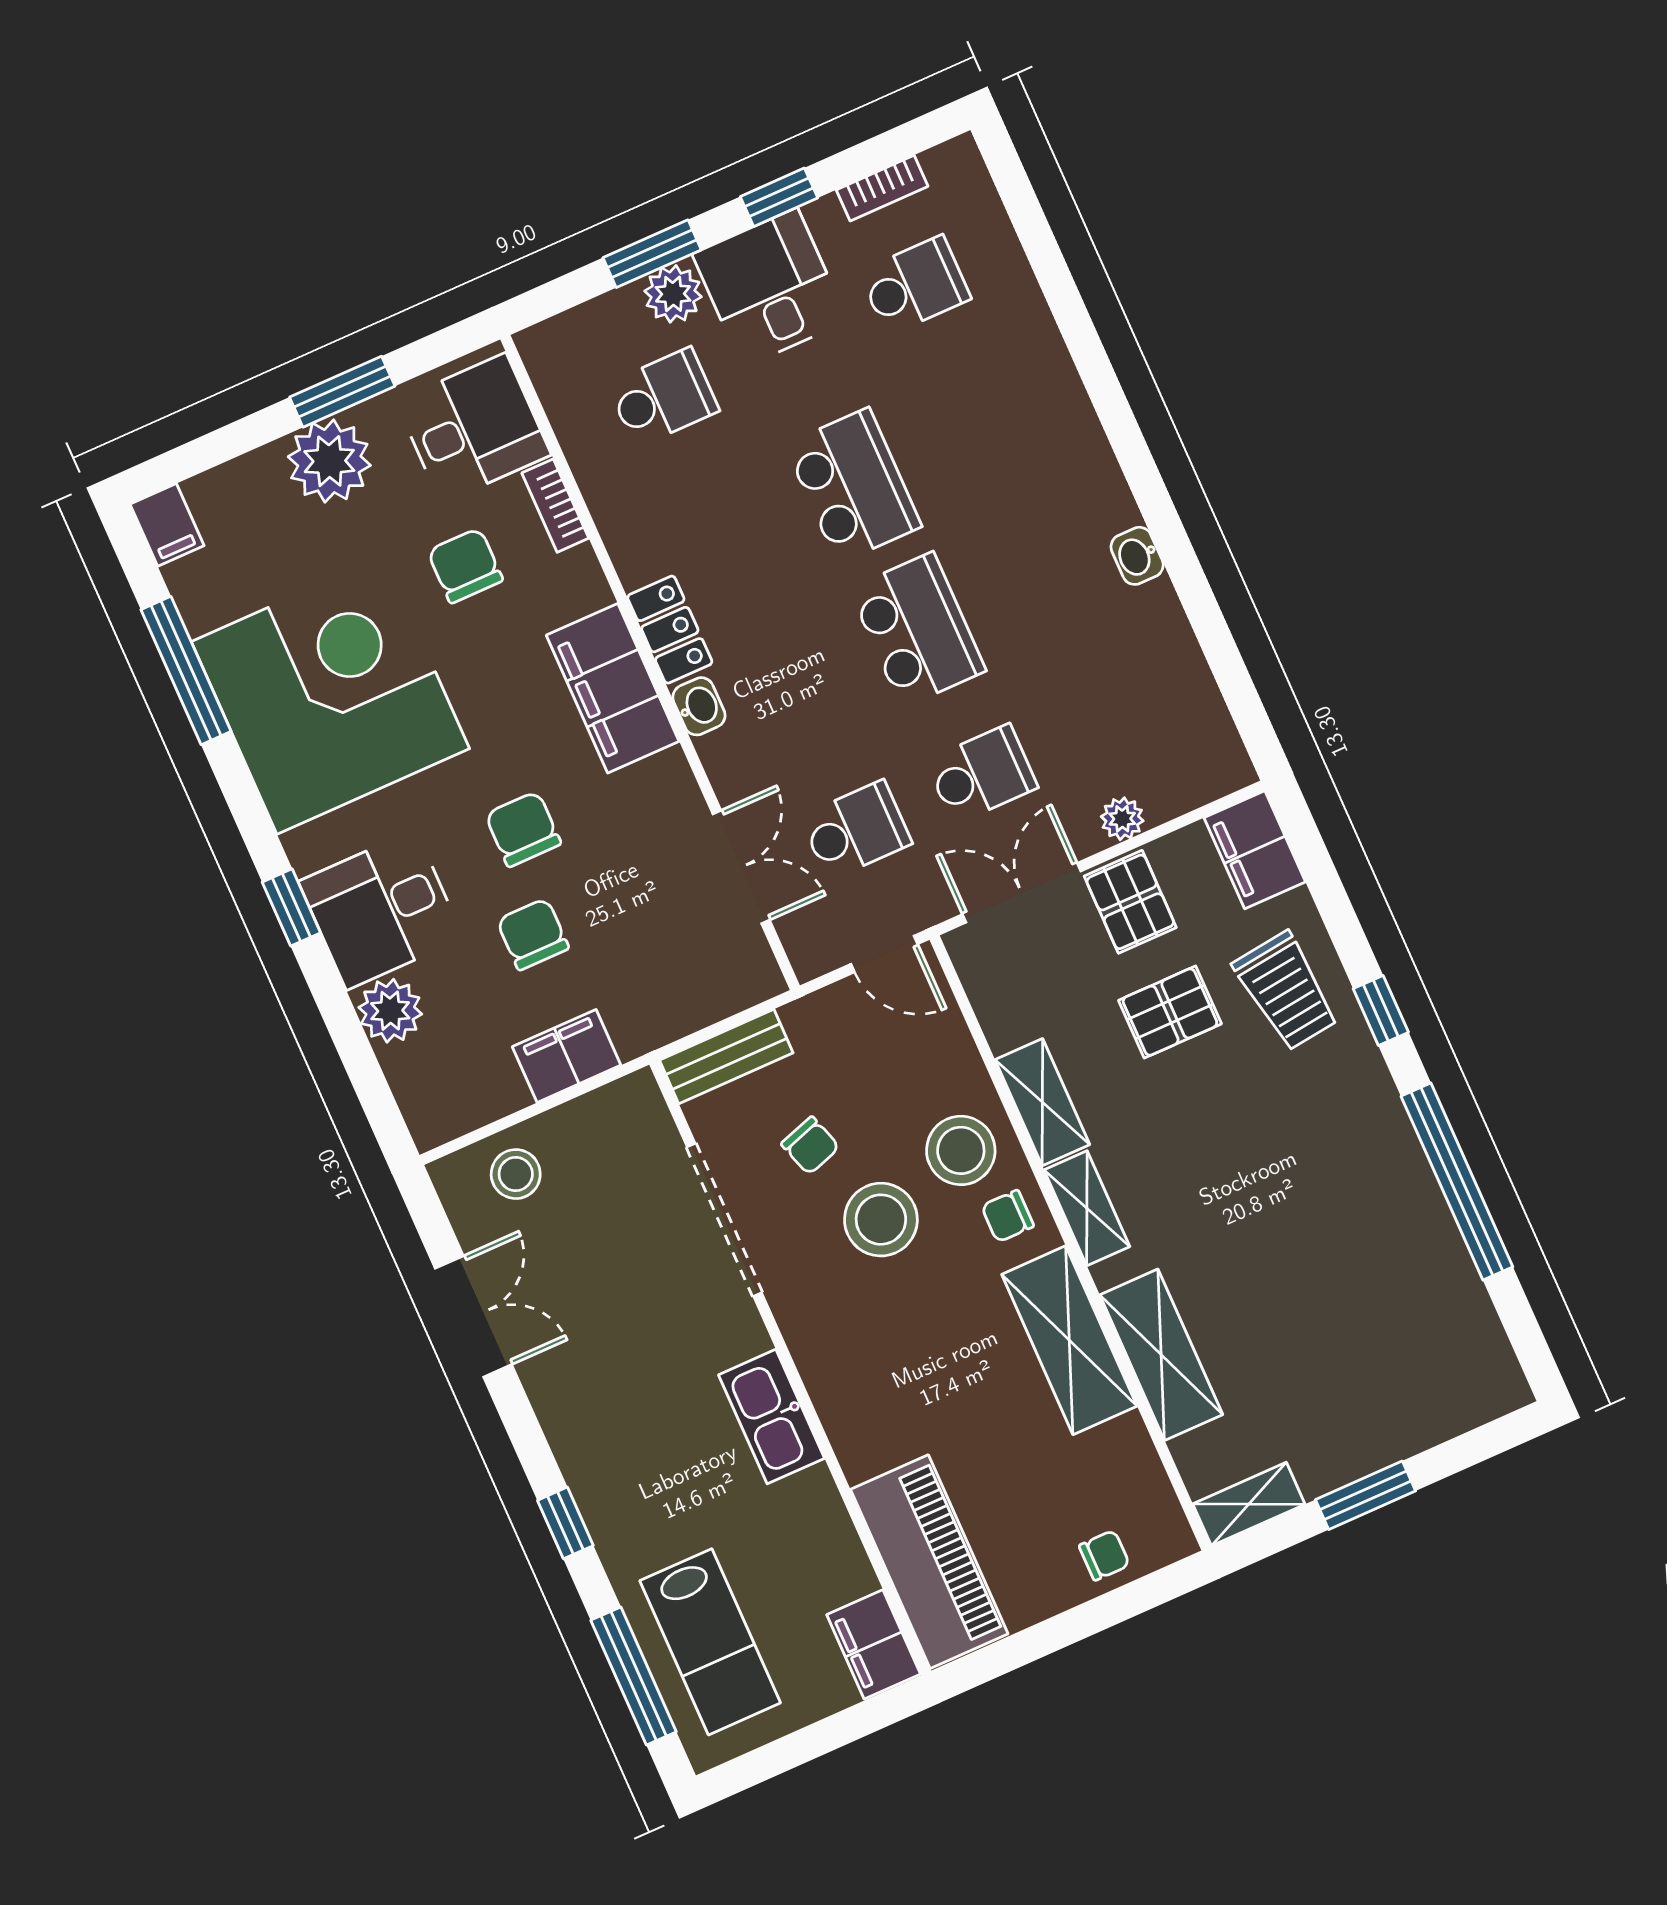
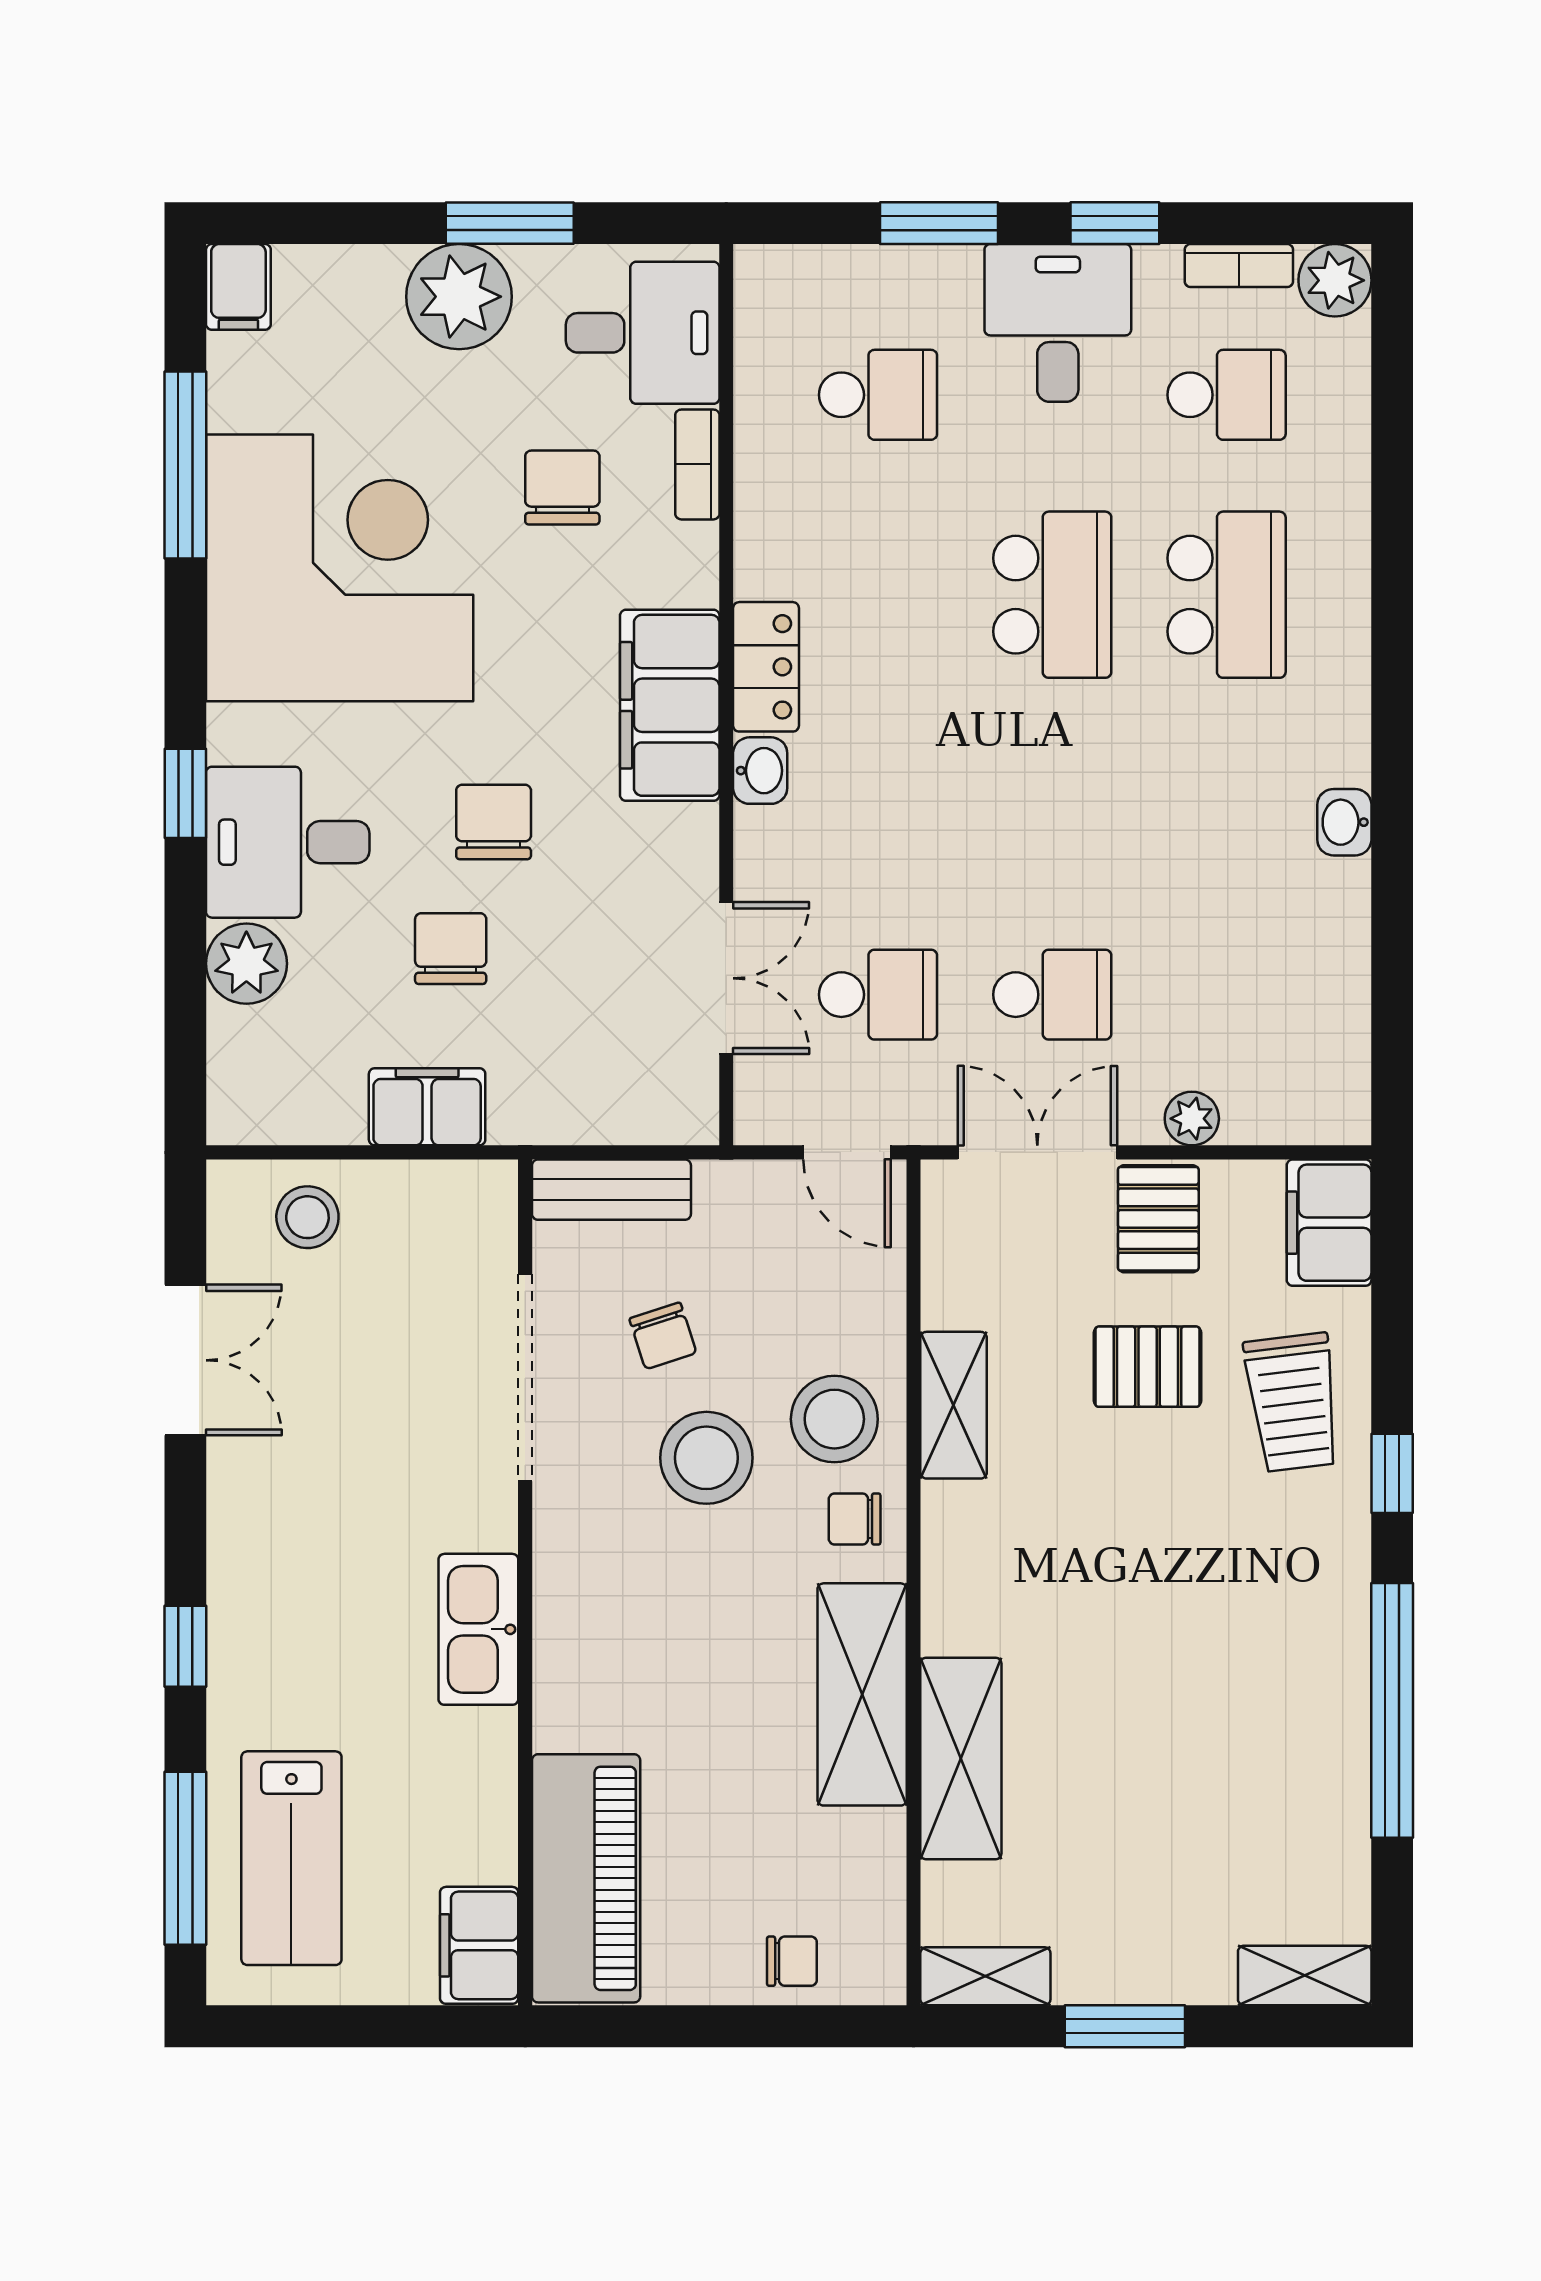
plant: (673, 294) -> (1335, 280), moved
school desk: (917, 630) -> (1227, 595), moved
shelving: (1087, 1208) -> (1305, 1976), moved, turned 90

